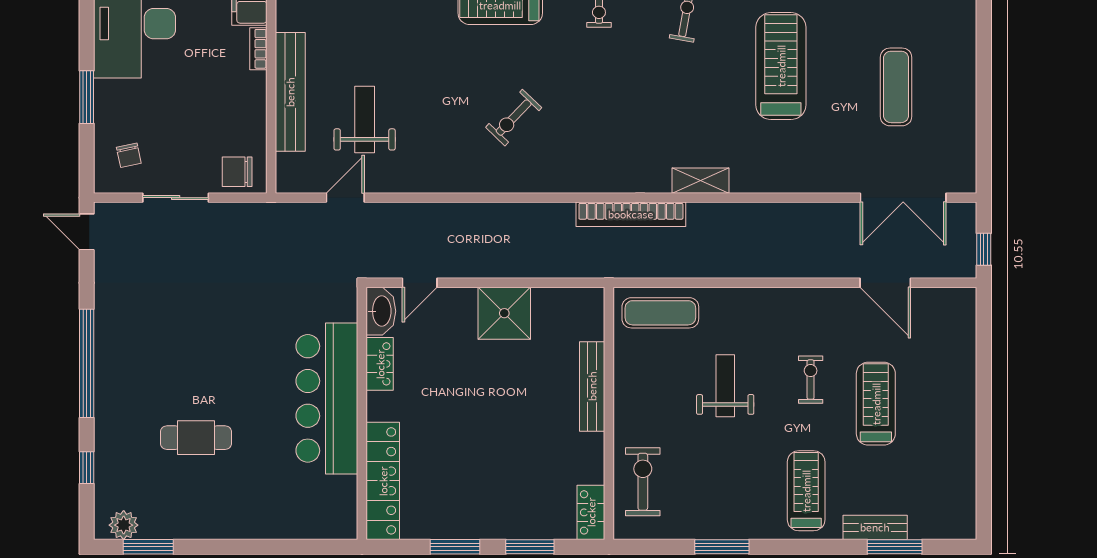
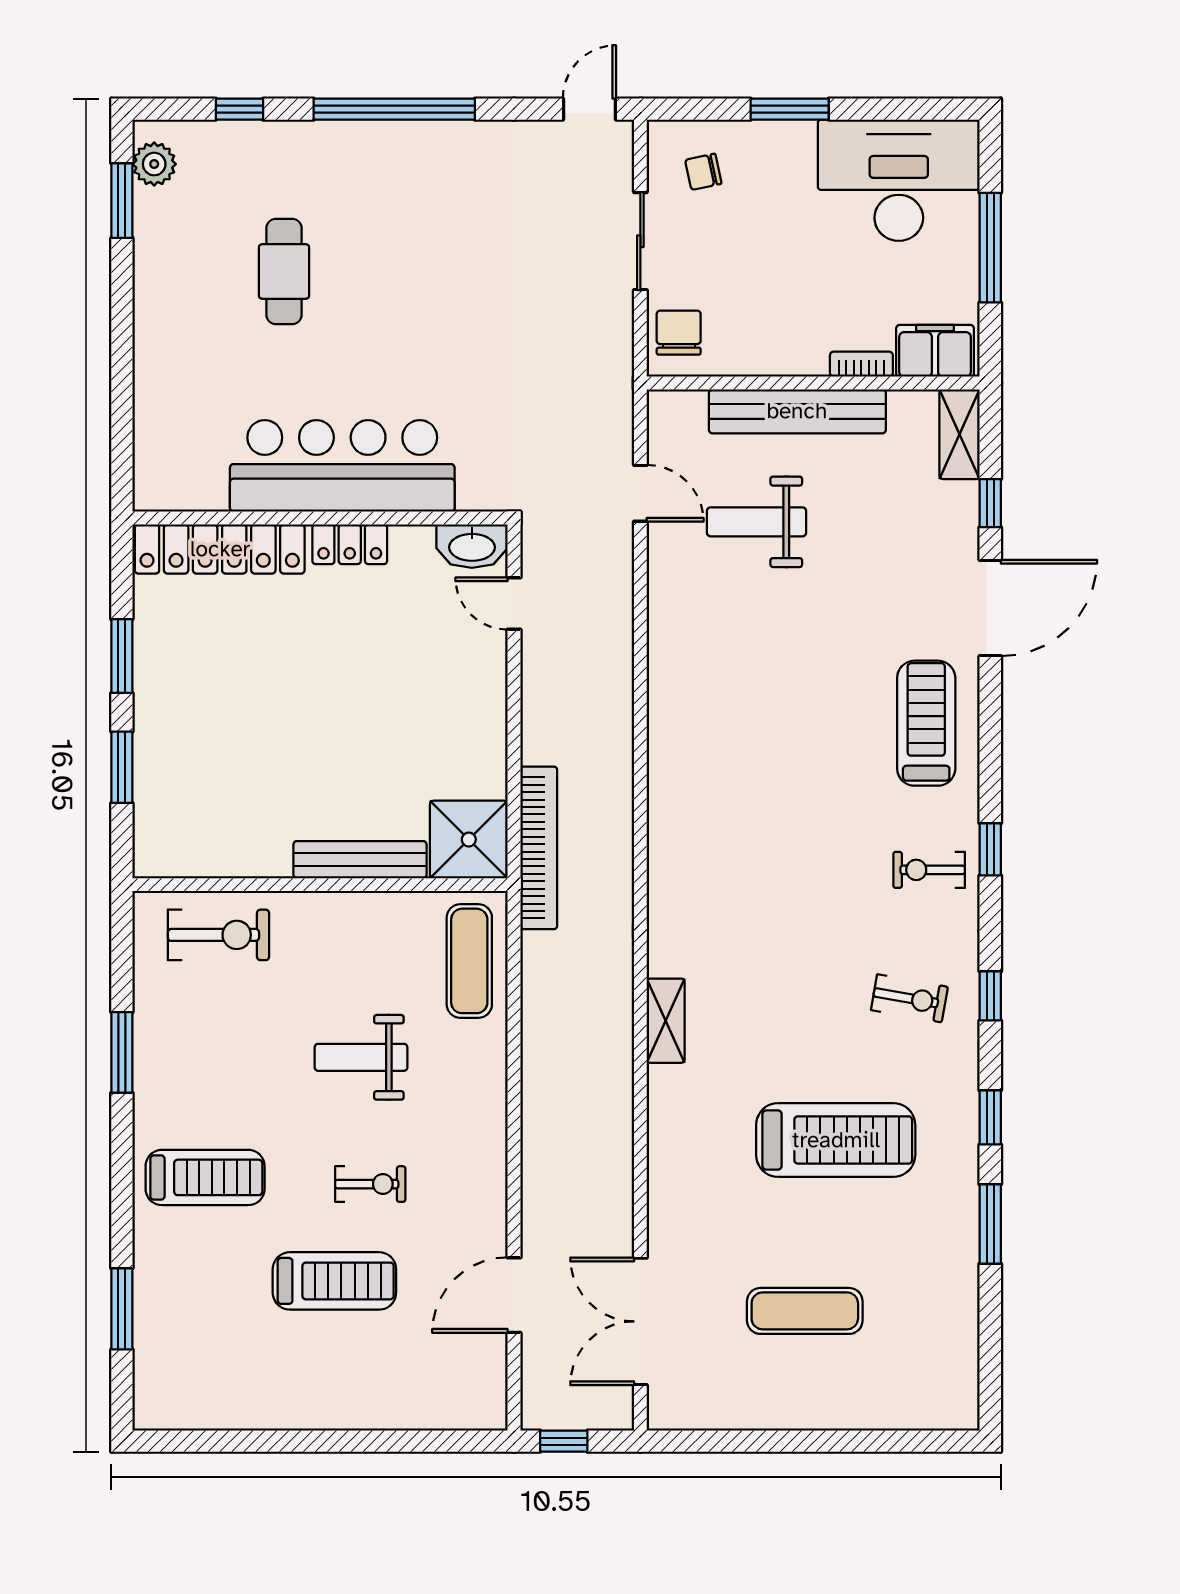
exercise bike: (514, 118) -> (759, 743), removed
weight bench: (365, 119) -> (757, 522), turned 180
bookcase: (631, 214) -> (539, 848), moved, turned 180
shower: (504, 313) -> (469, 840), moved
locker: (380, 364) -> (350, 544), moved
weight bench: (725, 386) -> (361, 1057), turned 180
locker: (591, 512) -> (173, 858), removed
bench: (875, 527) -> (151, 1280), removed

